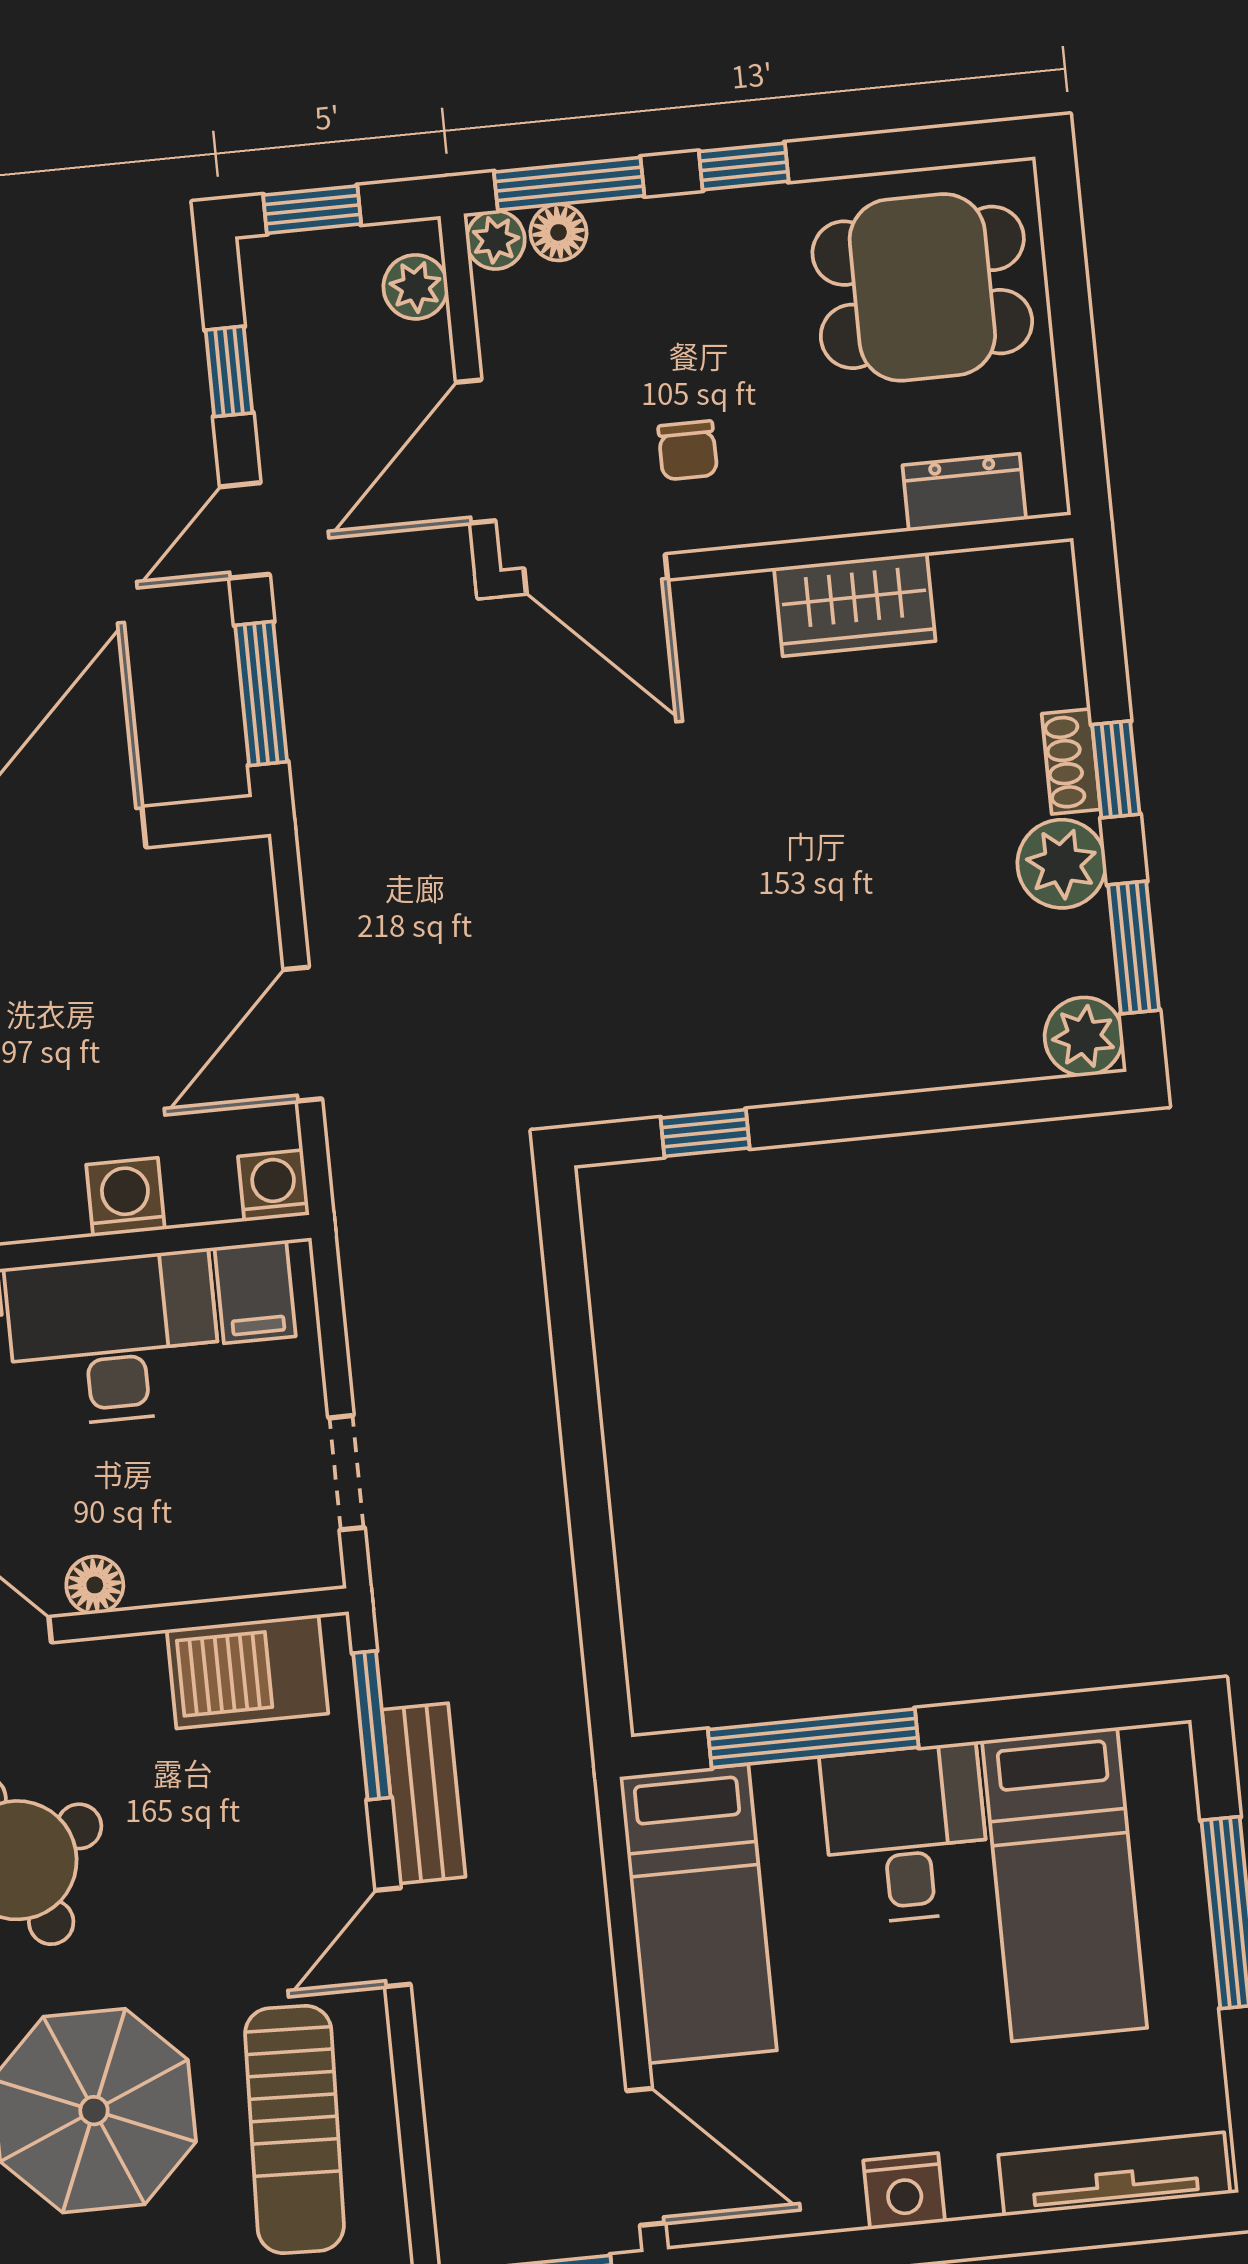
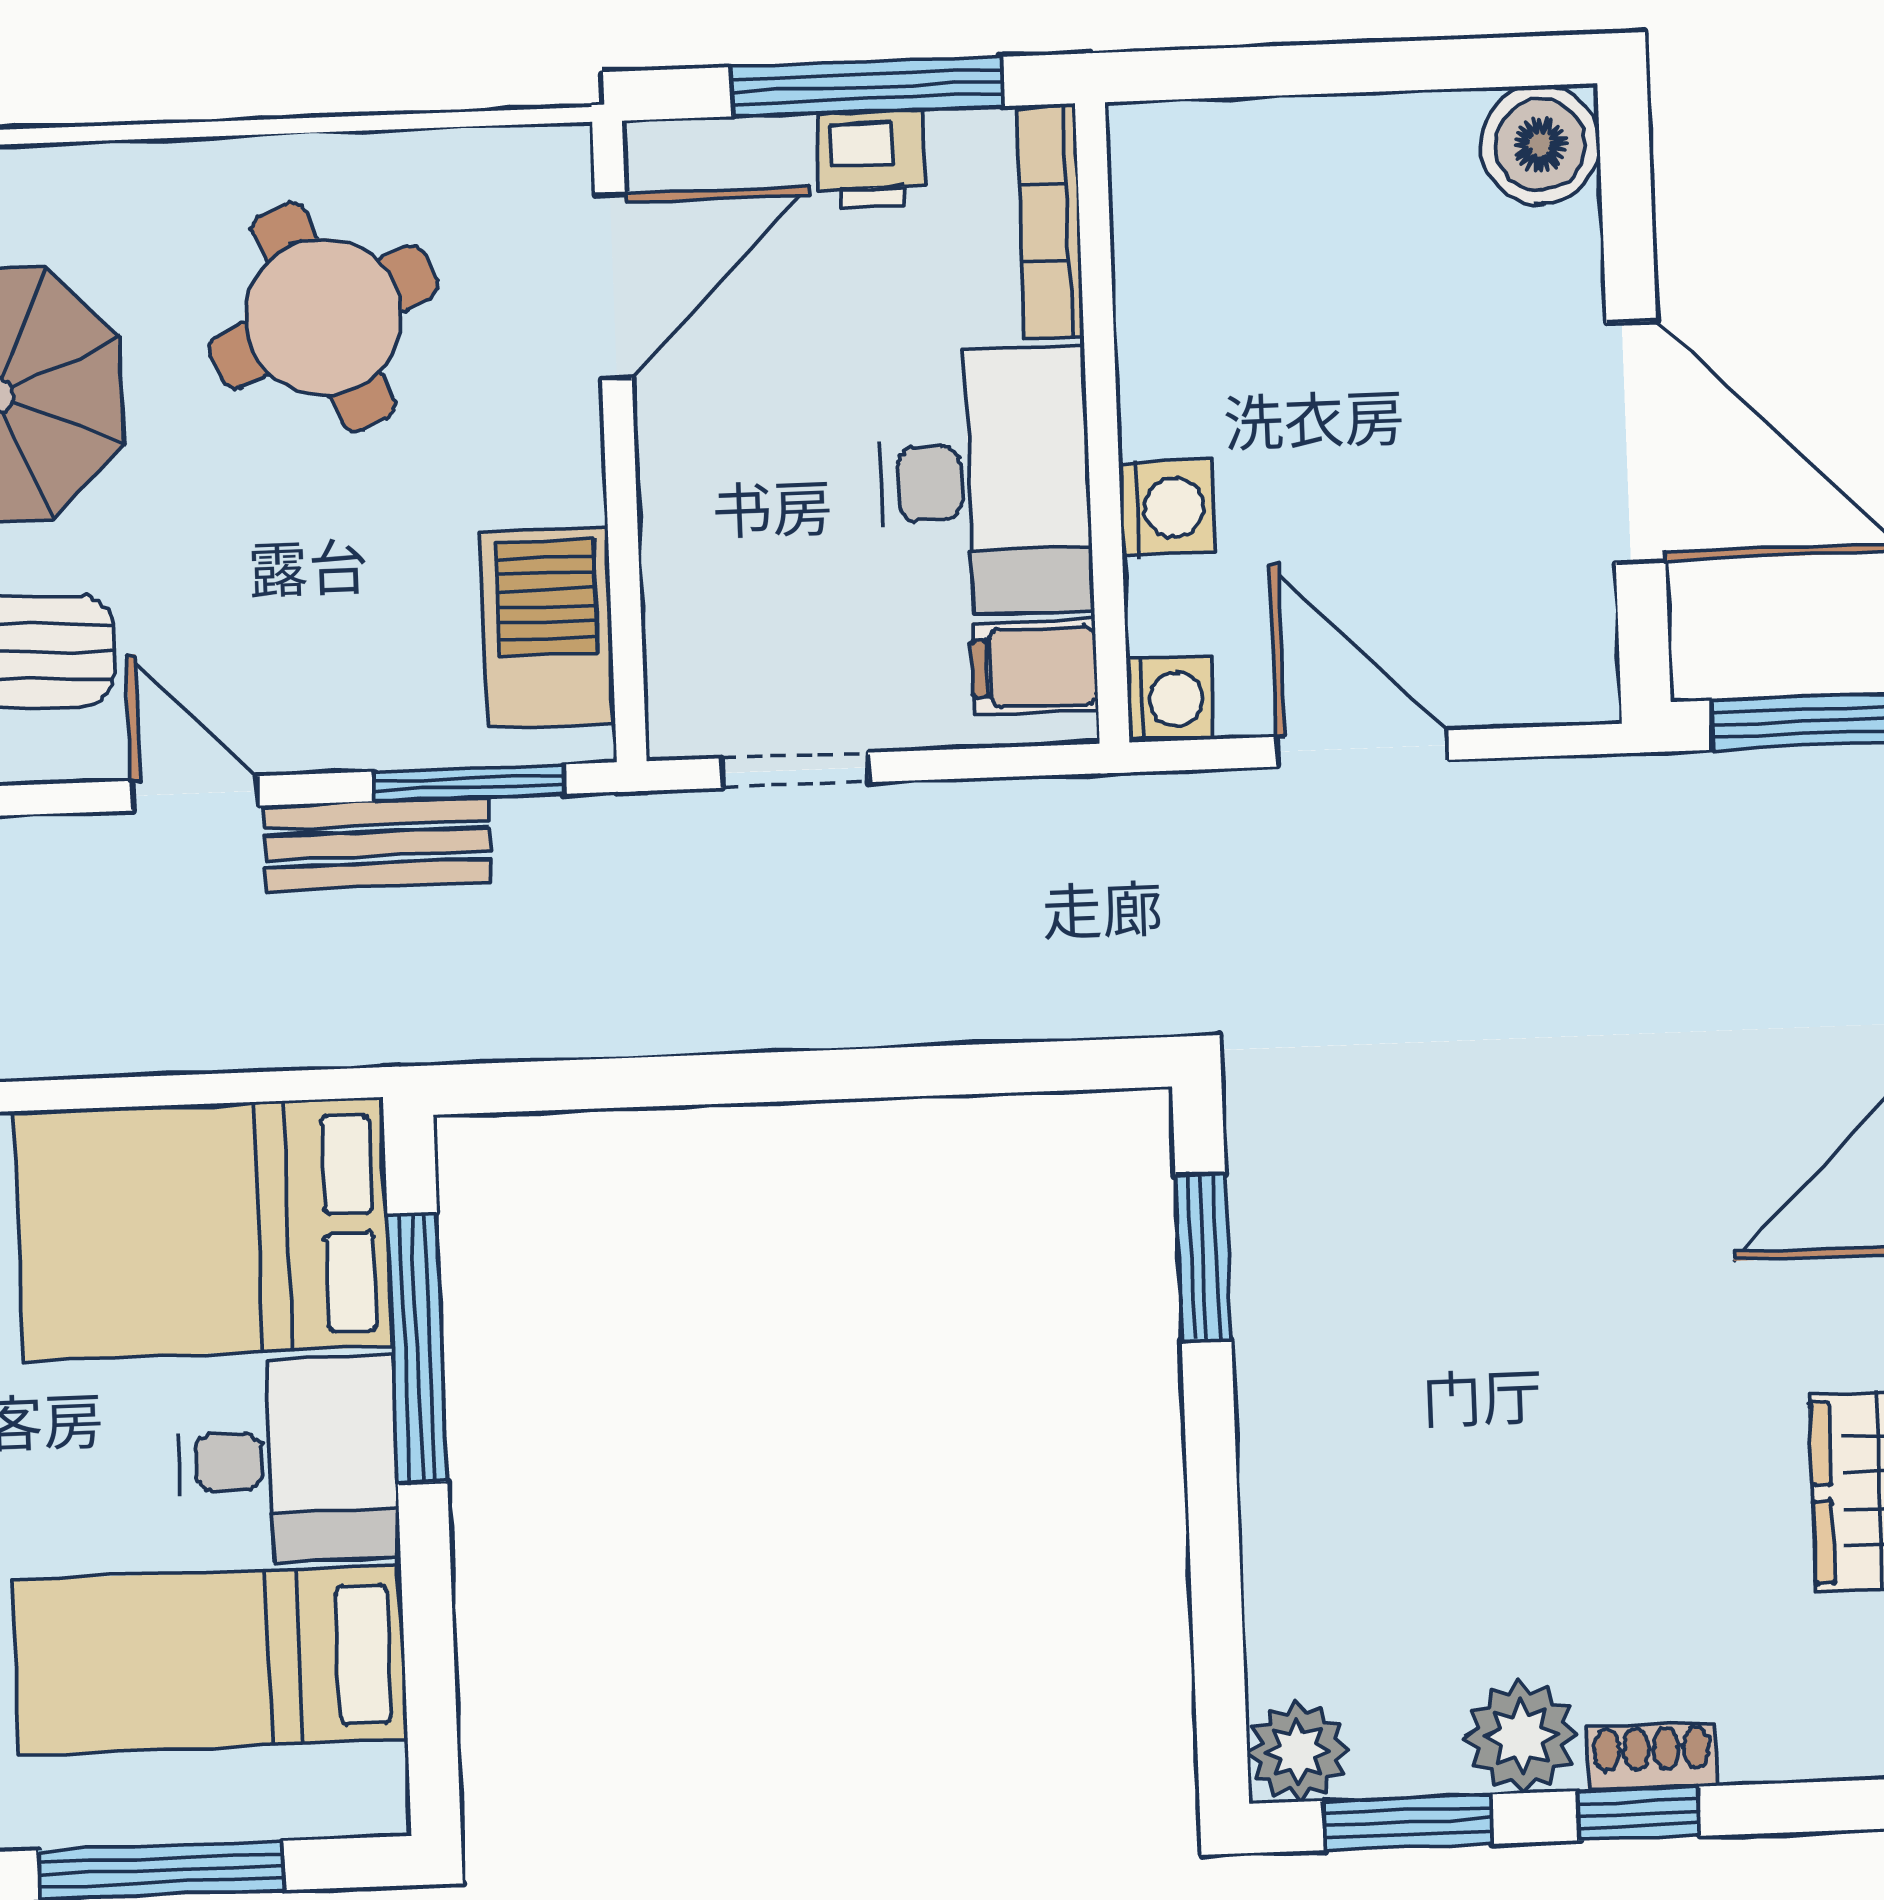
window: (705, 1133) -> (1203, 1257), width x1.50
floor lamp: (95, 1585) -> (671, 438), removed
bed: (698, 1914) -> (203, 1229), width x1.50

